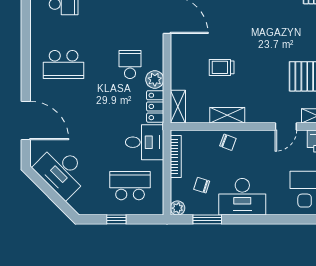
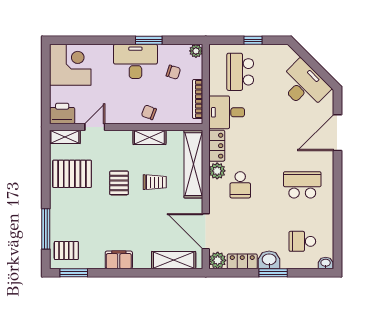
pallet: (260, 67) -> (119, 183), added
shelving: (178, 107) -> (193, 164), width x2.20, depth x1.33
door: (26, 120) -> (338, 133), hinge flipped
school desk: (130, 186) -> (240, 72), turned 90
window: (207, 219) -> (149, 40), moved

